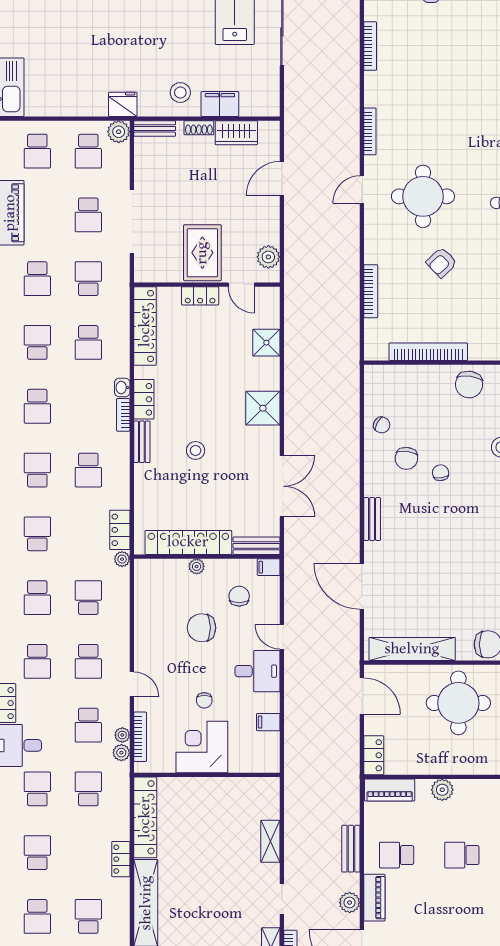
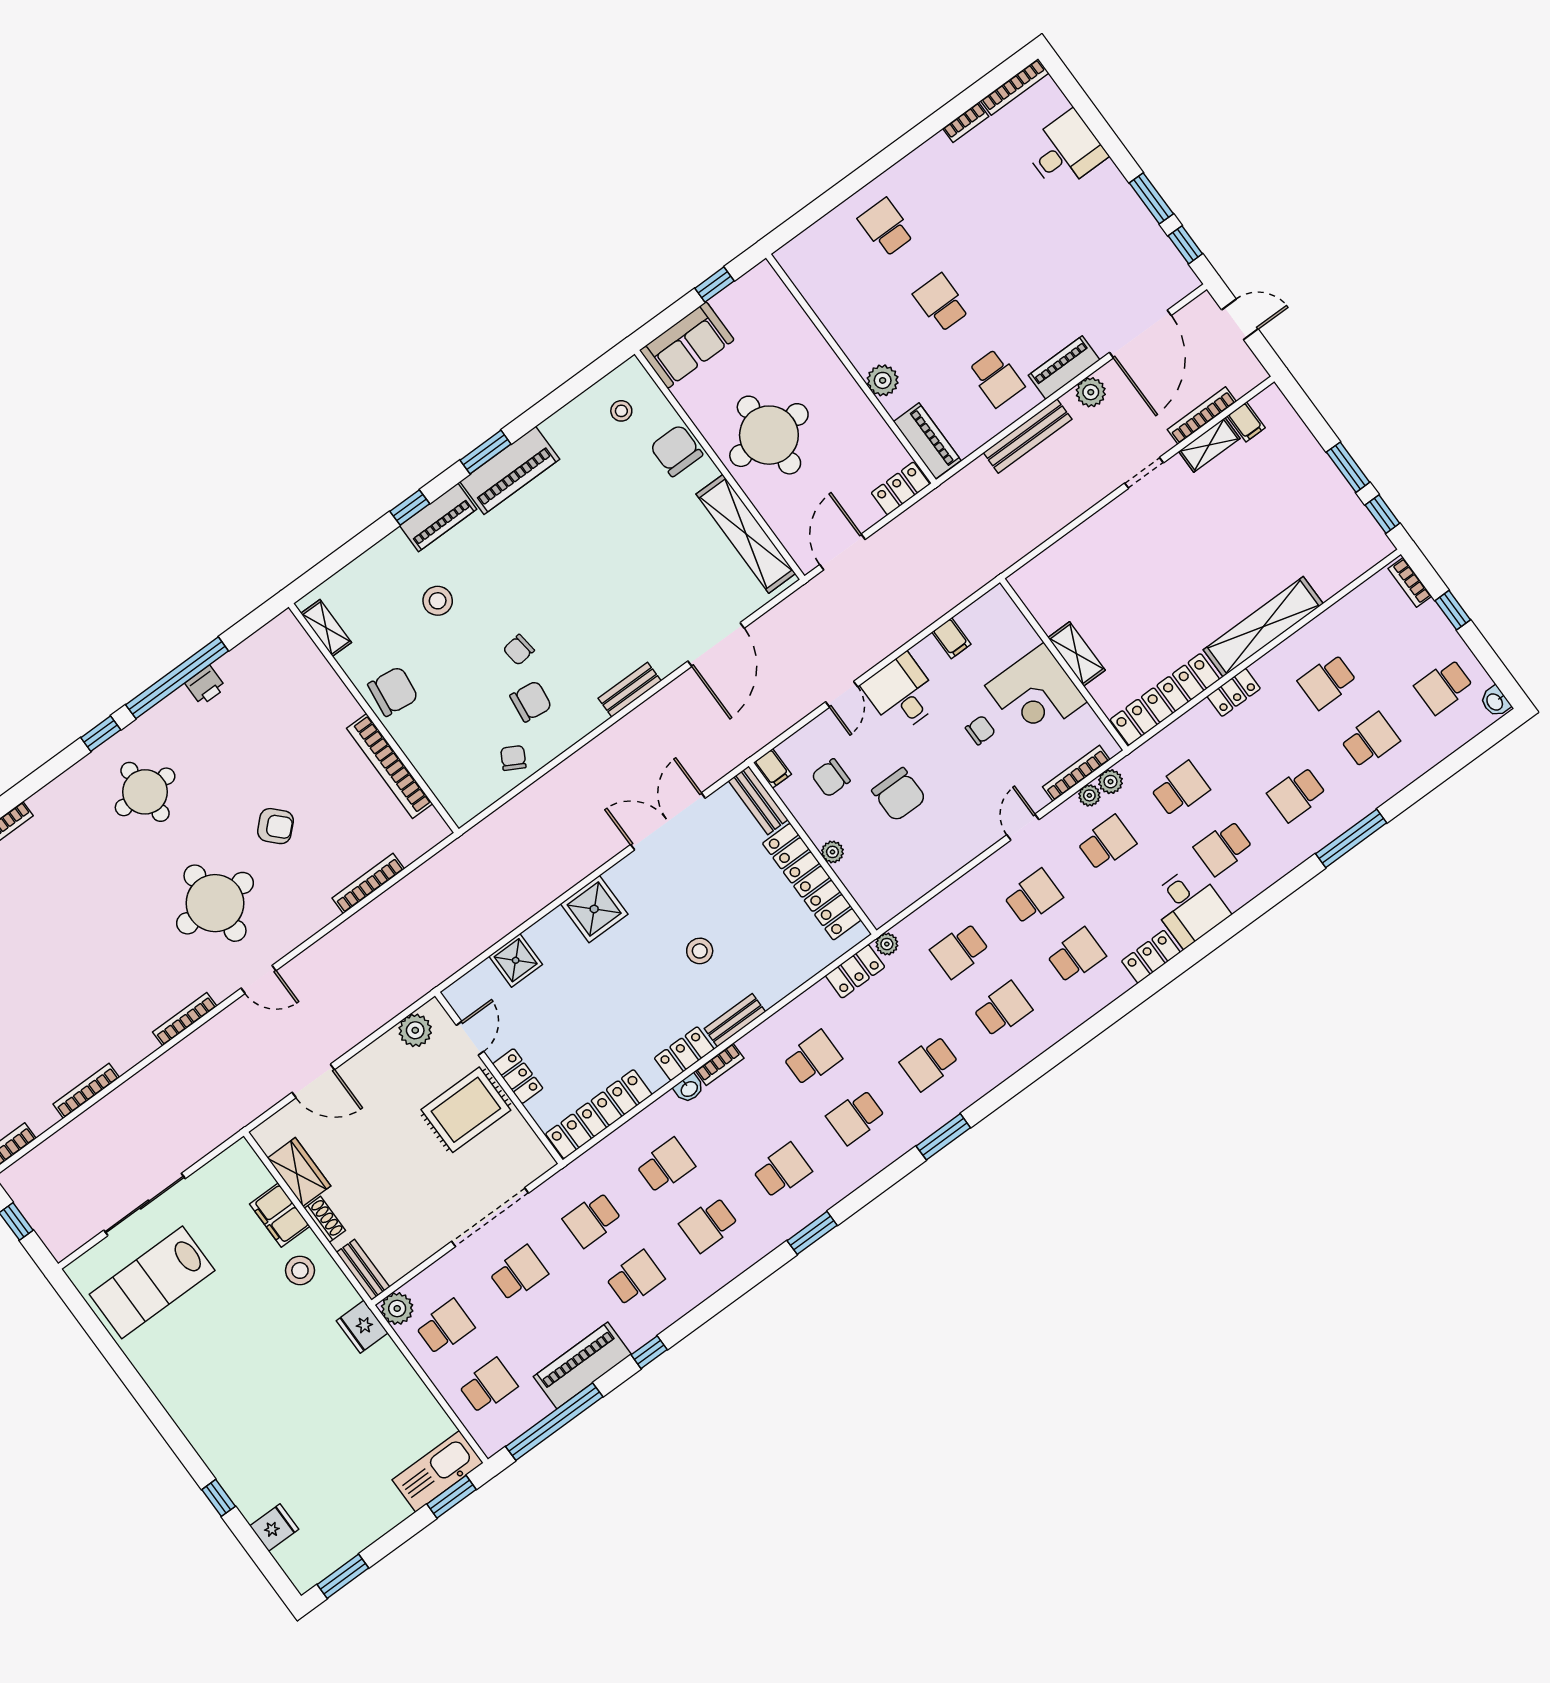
school desk: (88, 789) -> (1180, 789), turned 180
shelving: (270, 841) -> (1077, 654), moved, turned 90
bench: (351, 849) -> (1028, 436), width x1.36
school desk: (462, 855) -> (941, 303), turned 180

